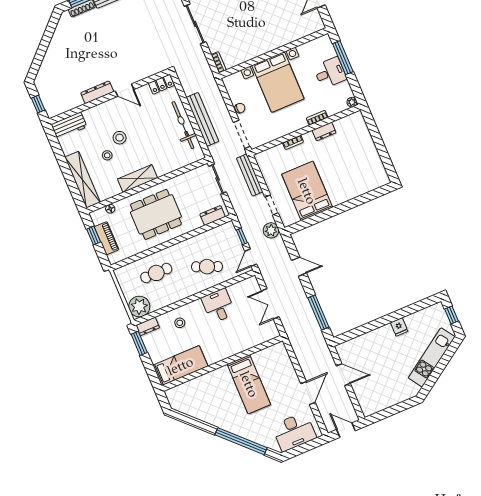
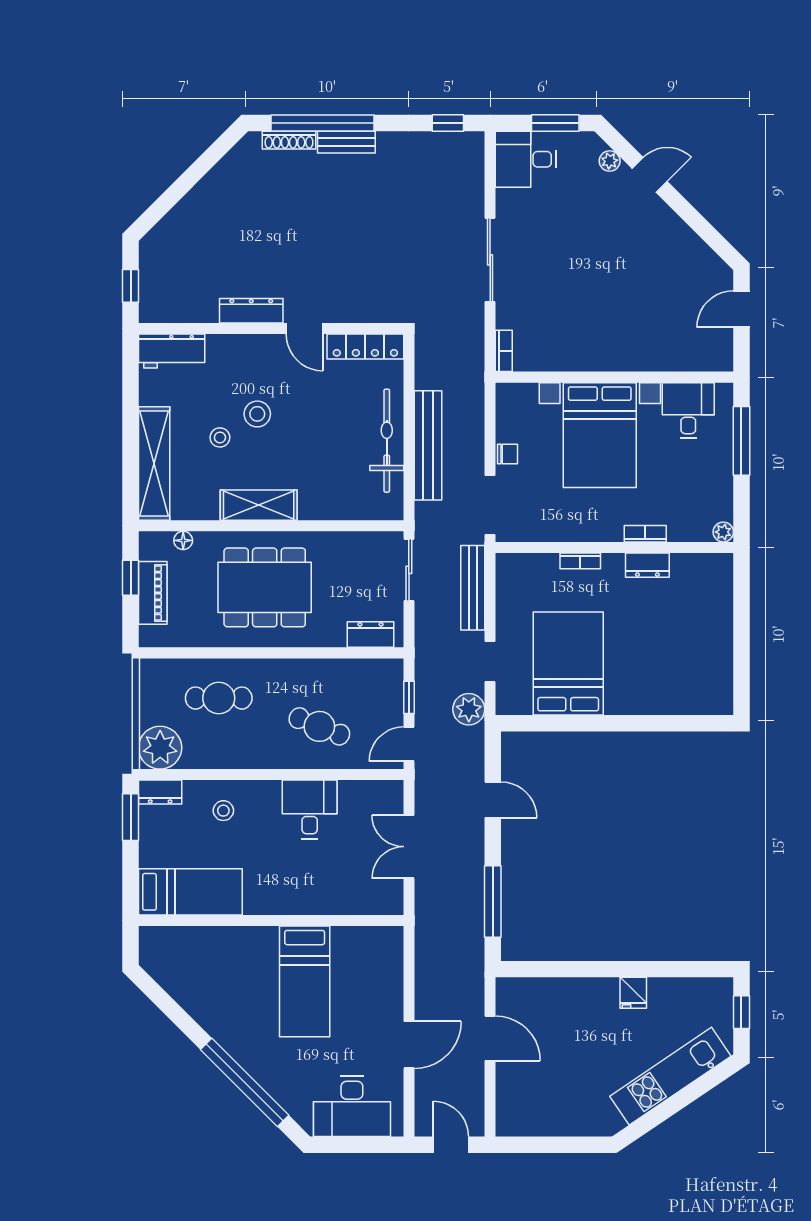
desk: (330, 73) -> (688, 410), moved, turned -90
locker: (161, 84) -> (365, 347), width x1.53

